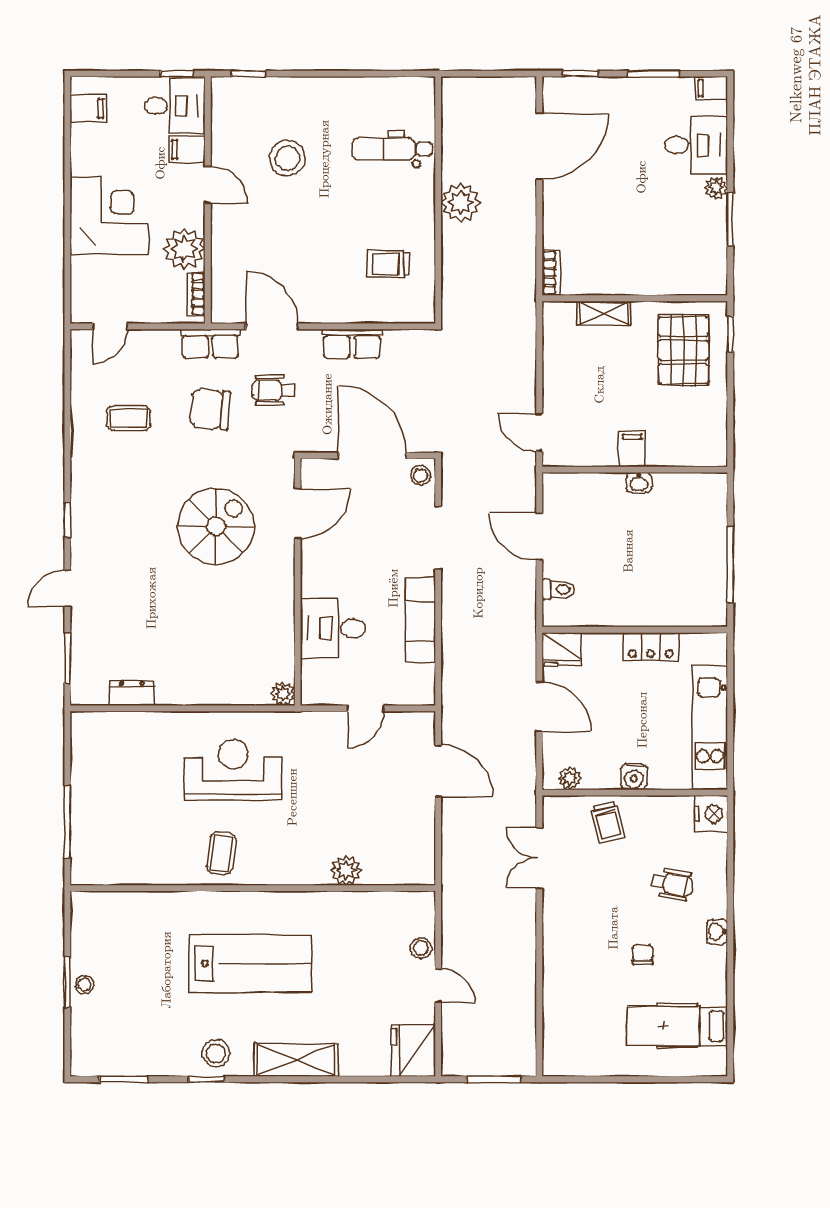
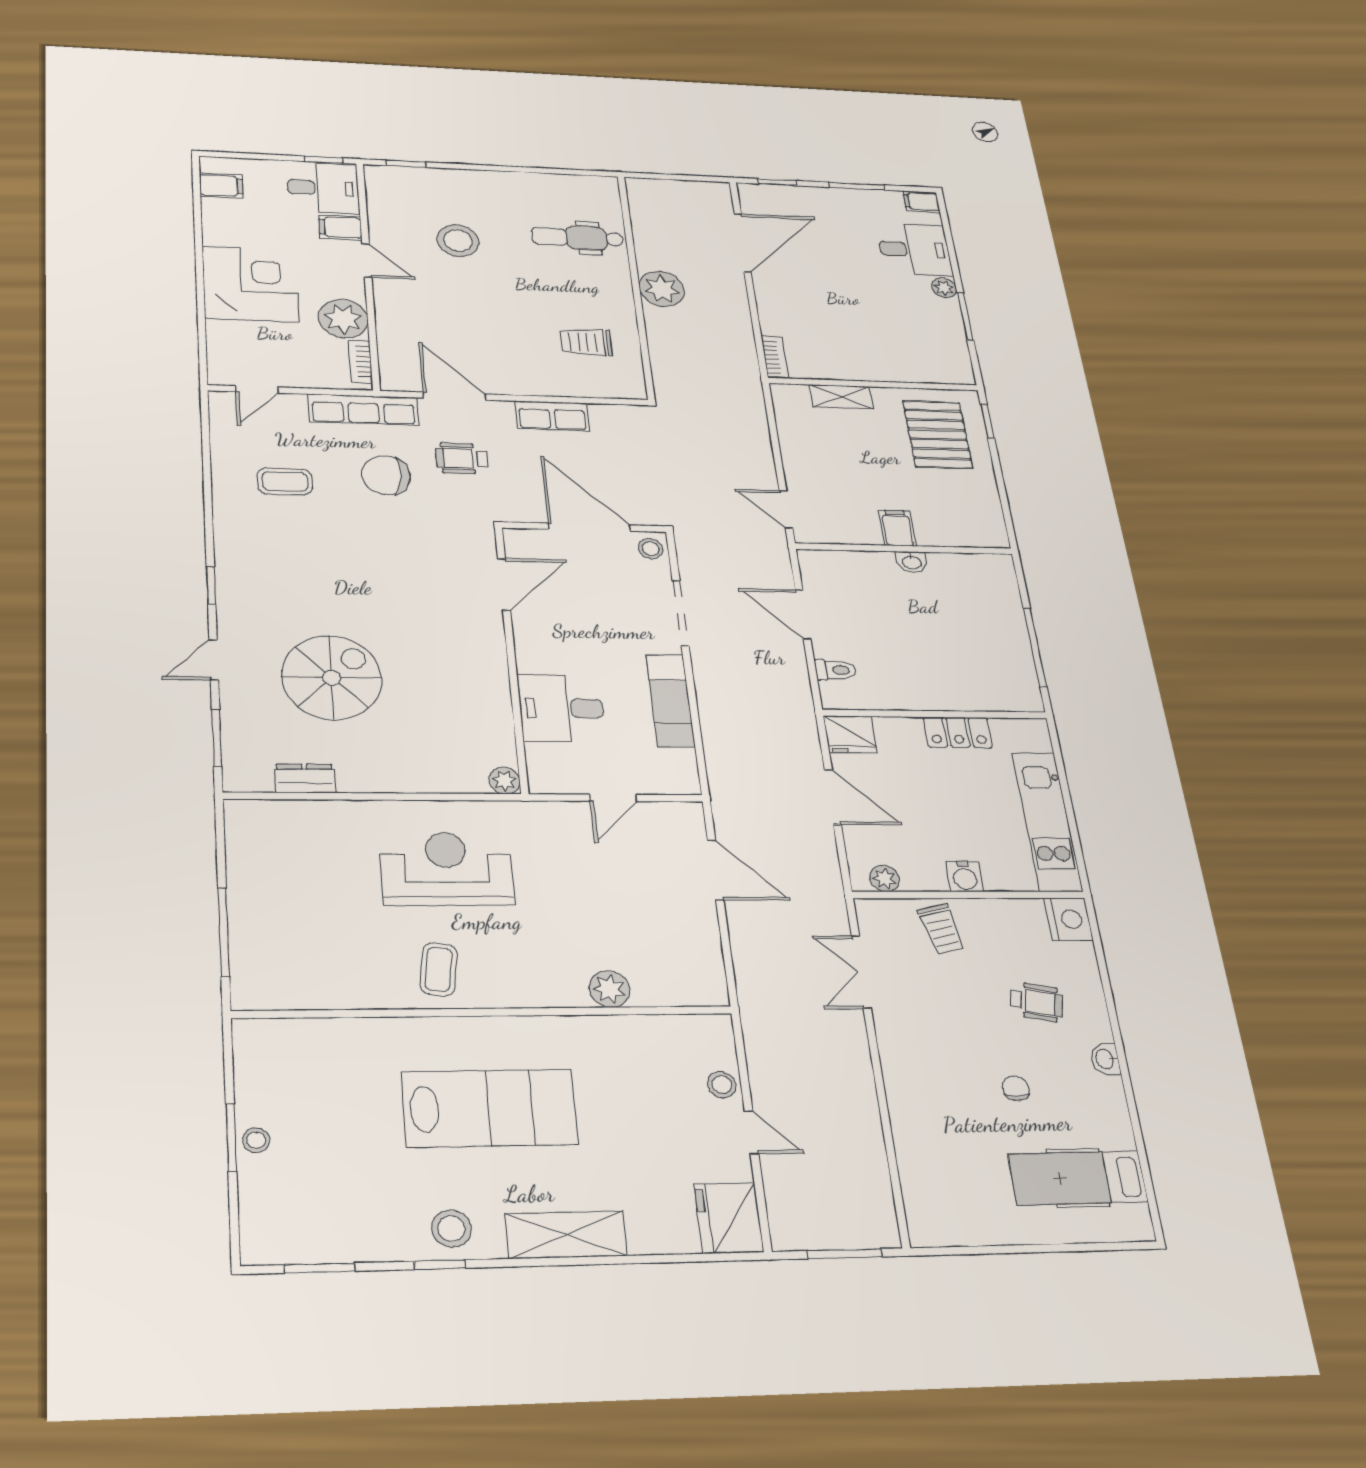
row of seats: (210, 344) -> (363, 410), width x1.48
spiral stairs: (216, 526) -> (332, 678), moved

